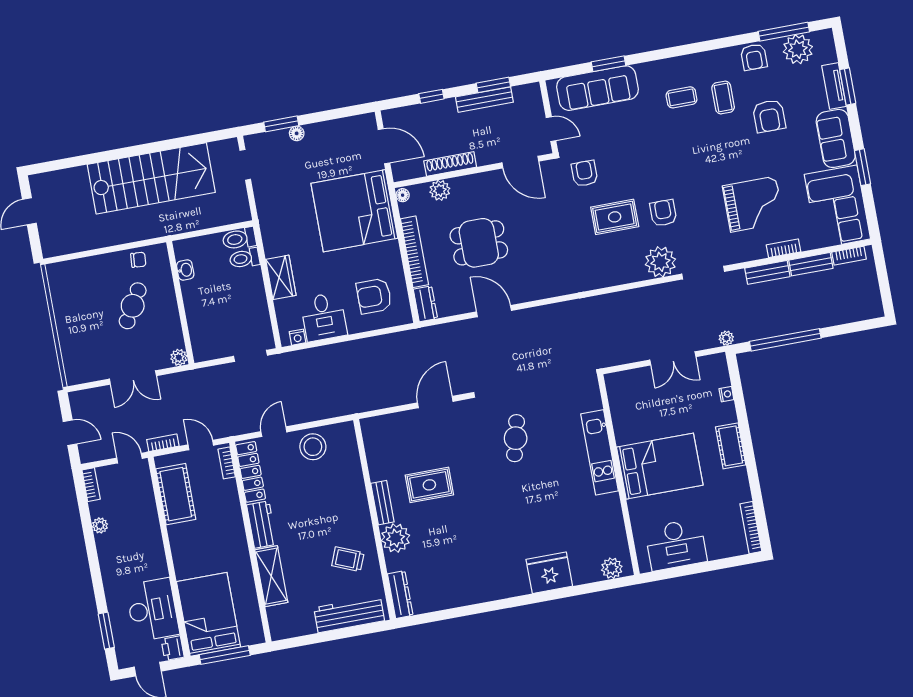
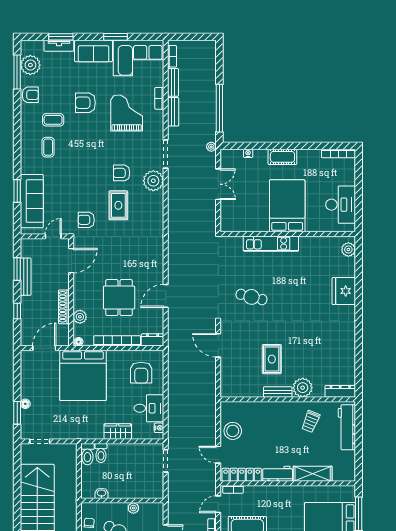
armchair: (769, 116) -> (85, 103), moved, turned 180
plant: (179, 357) -> (133, 508), moved

